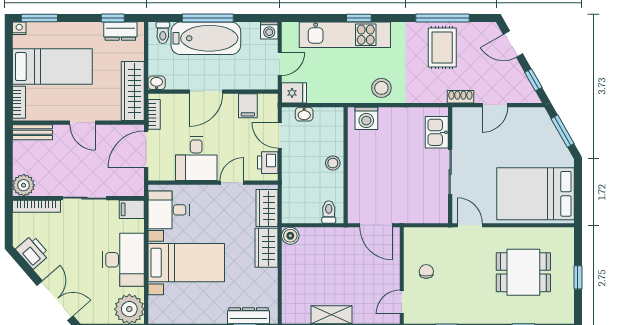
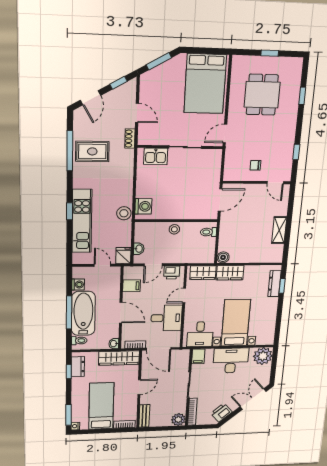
washing machine: (269, 30) -> (78, 285), moved
stool: (381, 88) -> (124, 213), moved
door: (232, 183) -> (184, 295), hinge flipped

